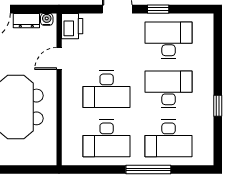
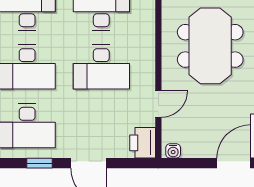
dresser: (26, 21) -> (198, 149), removed
desk: (107, 89) -> (101, 67), turned 180

